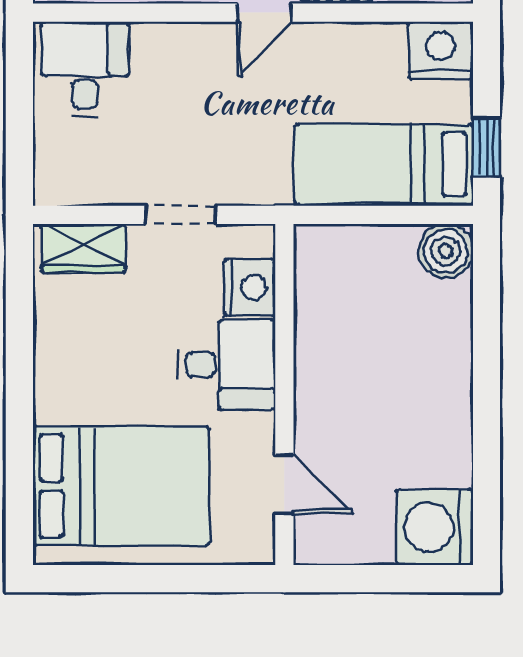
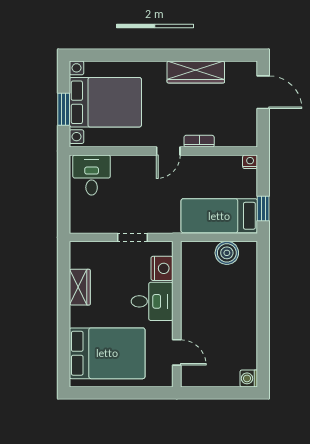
nightstand: (441, 51) -> (250, 162), width x0.53, depth x0.56
wardrobe: (84, 248) -> (80, 287), moved, turned -90
boiler: (446, 251) -> (227, 253), moved
washing machine: (435, 527) -> (249, 378), width x0.53, depth x0.53

